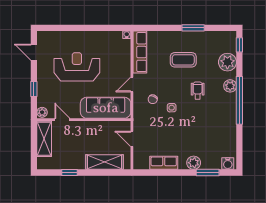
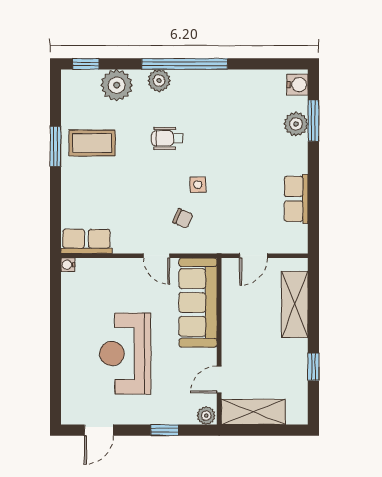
row of seats: (140, 52) -> (86, 241), width x0.68
coffee table: (183, 60) -> (92, 143), moved, turned 90
plant: (194, 163) -> (296, 124), moved

